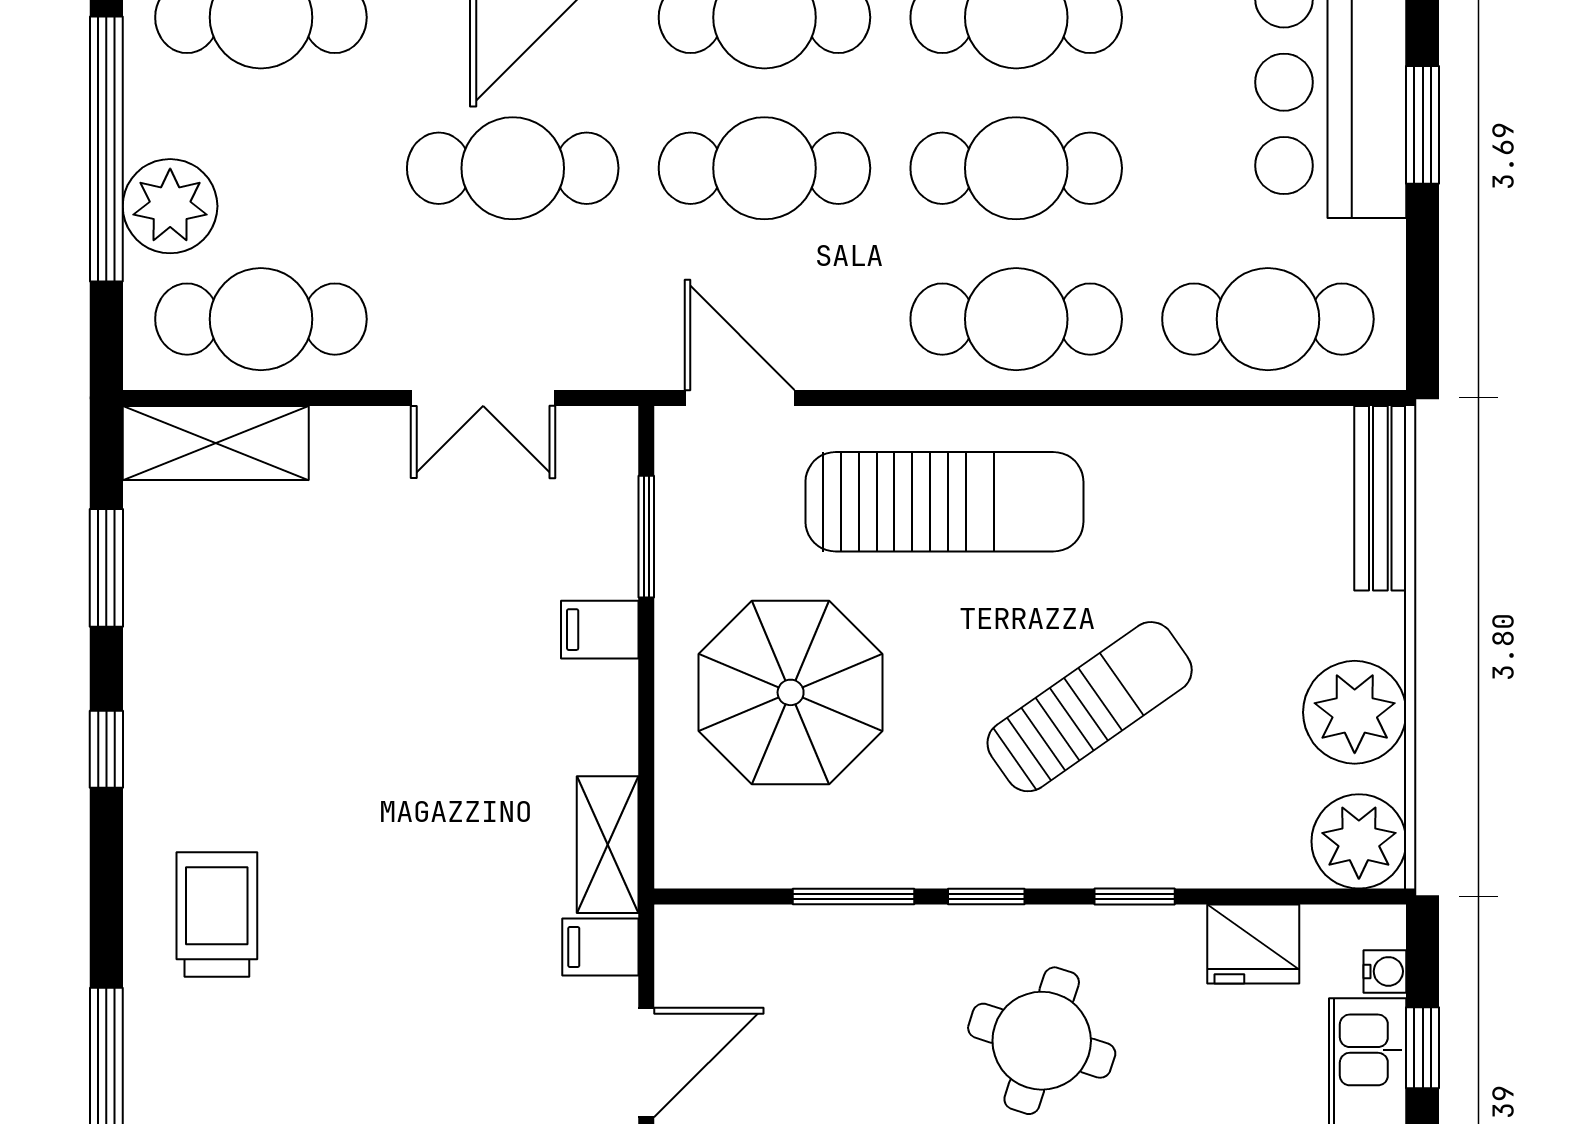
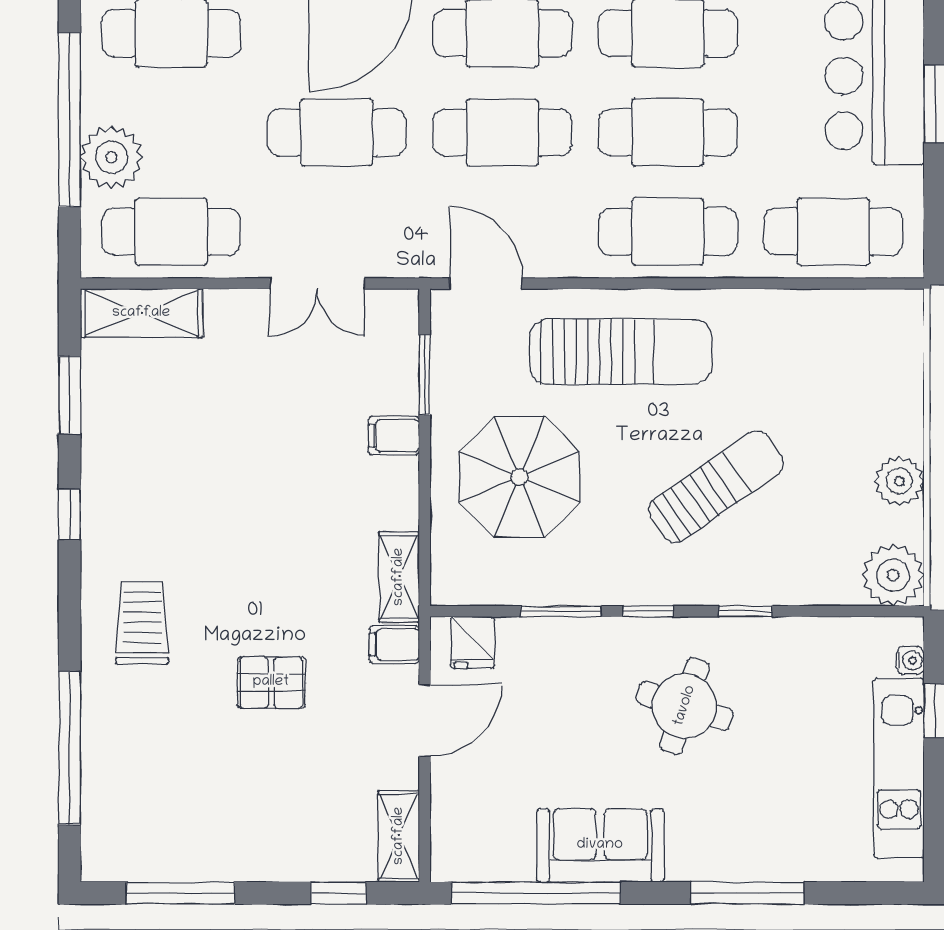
bench: (1380, 498) -> (907, 349), removed
plant: (1355, 712) -> (899, 481), width x0.73, depth x0.73
fridge: (1253, 944) -> (472, 642), moved, width x0.72
pallet: (413, 1005) -> (271, 682), added

